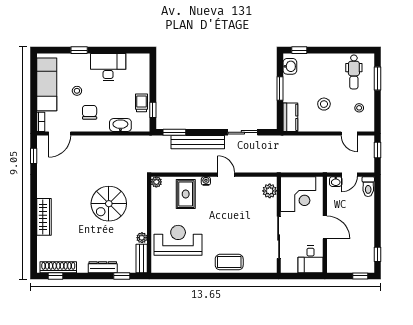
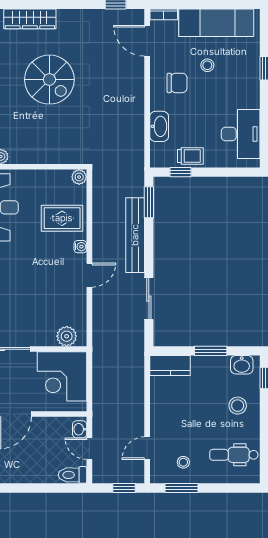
desk: (108, 67) -> (241, 134), moved
window: (377, 78) -> (181, 488), moved
stool: (324, 104) -> (238, 406), moved
spiral stairs: (109, 204) -> (49, 80), moved, turned 180

